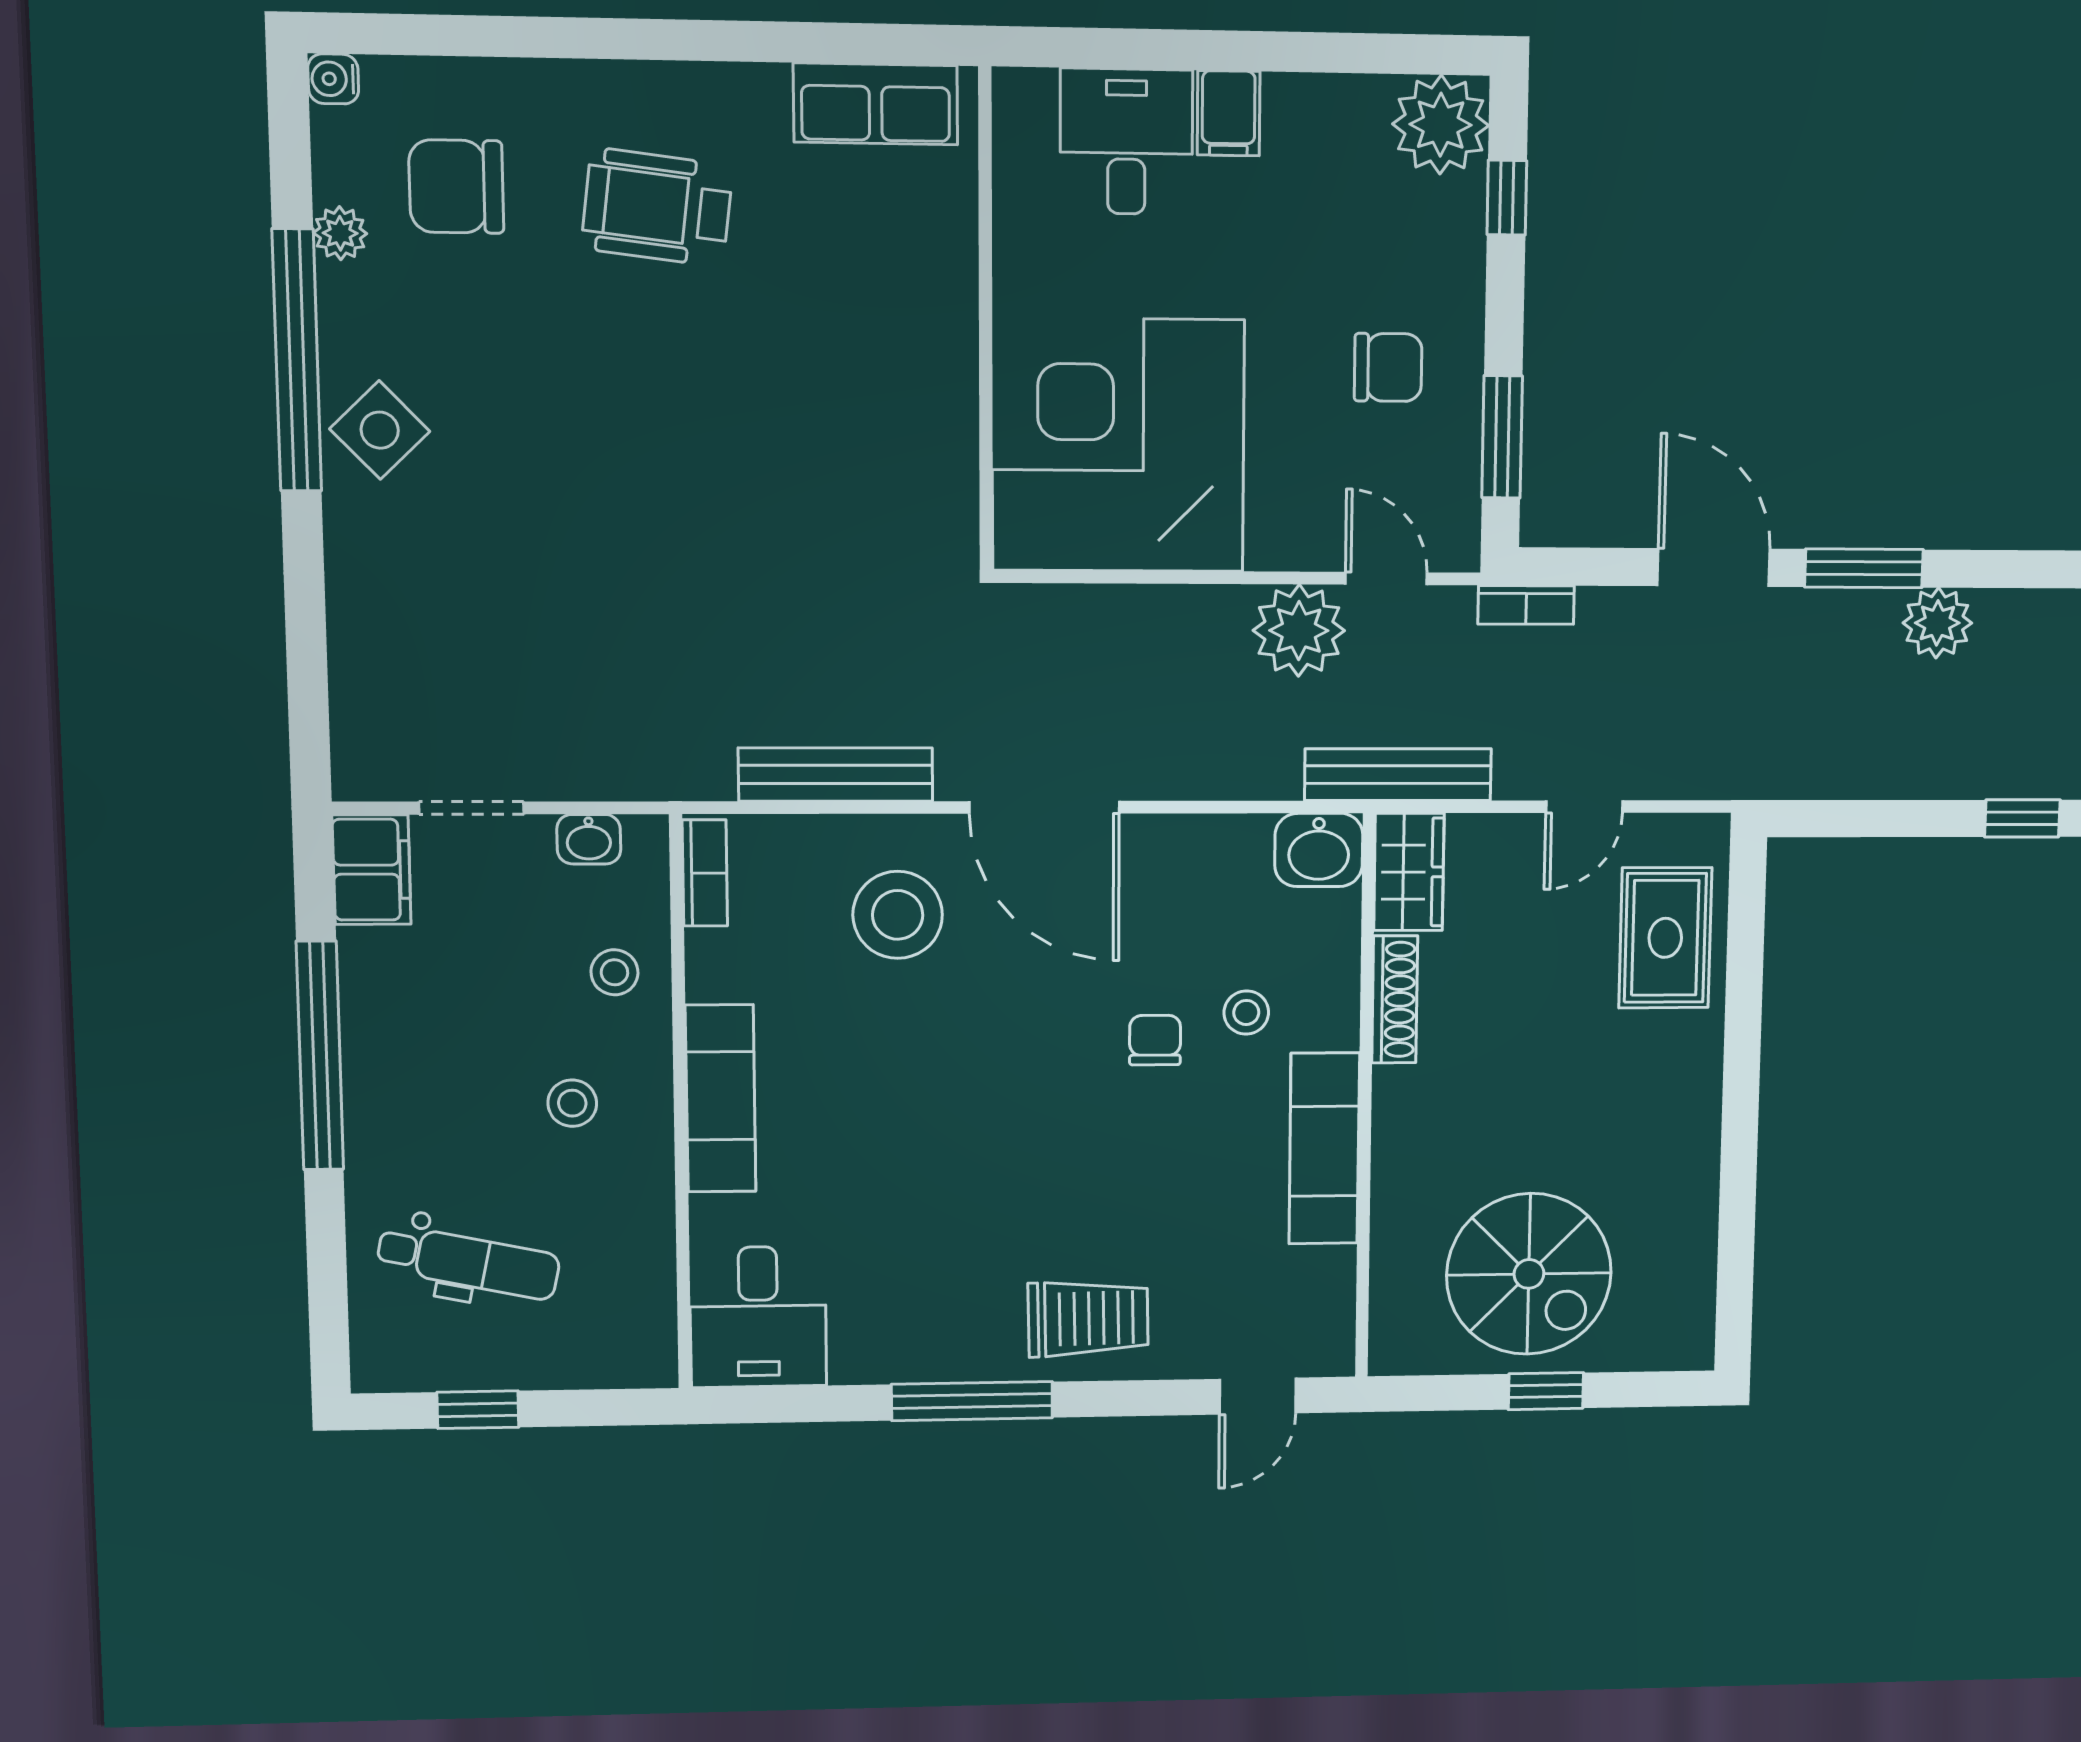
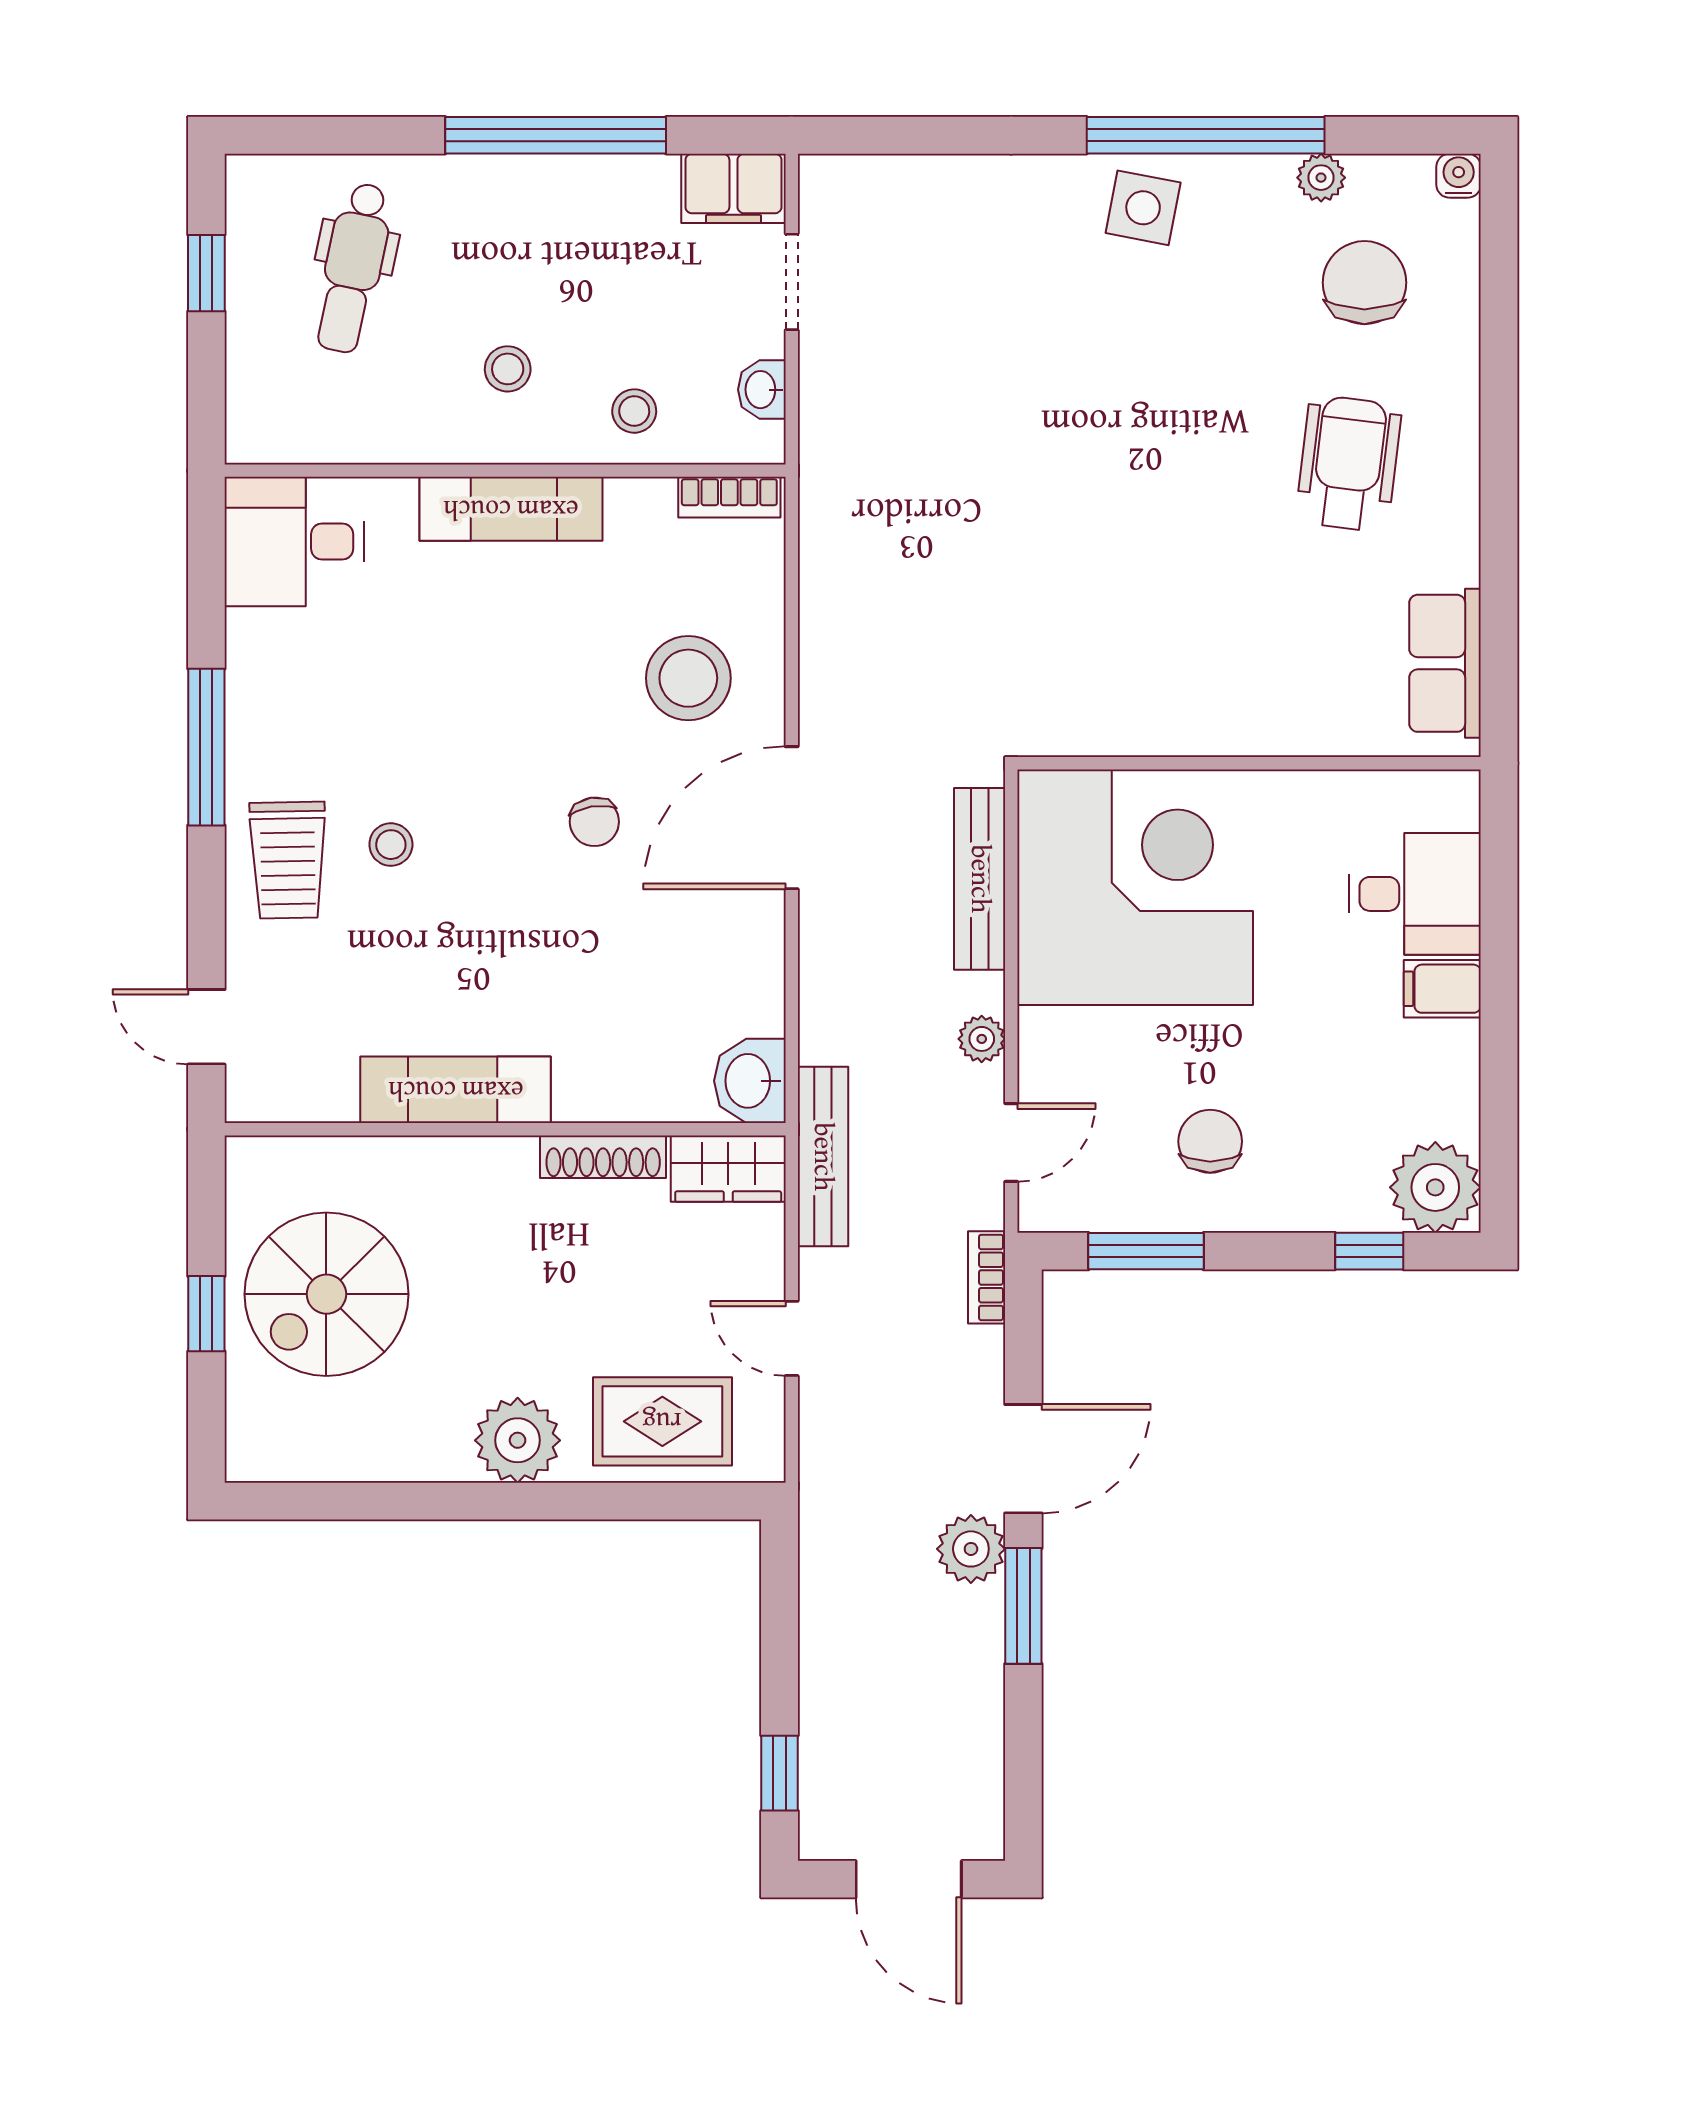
chair: (1388, 367) -> (1210, 1141), turned 180
side table: (380, 430) -> (1143, 208), turned -35
plant: (1937, 623) -> (971, 1549), moved
plant: (1299, 631) -> (982, 1039), width x0.53, depth x0.53
bench: (836, 775) -> (980, 879), moved
stool: (1246, 1012) -> (391, 845), moved
chair: (1155, 1040) -> (594, 822), moved, turned 81
plant: (1680, 1083) -> (518, 1440), added

